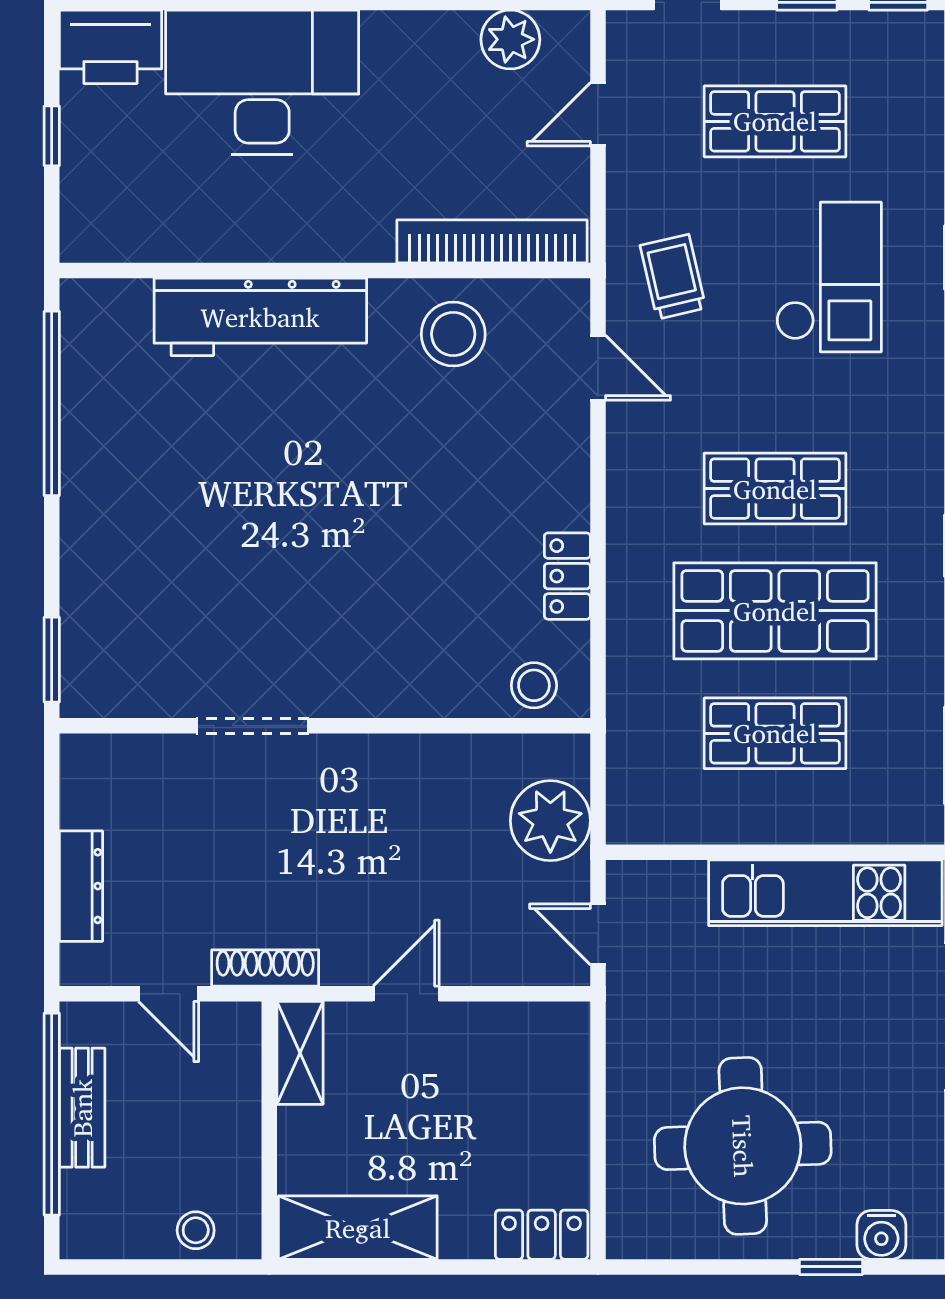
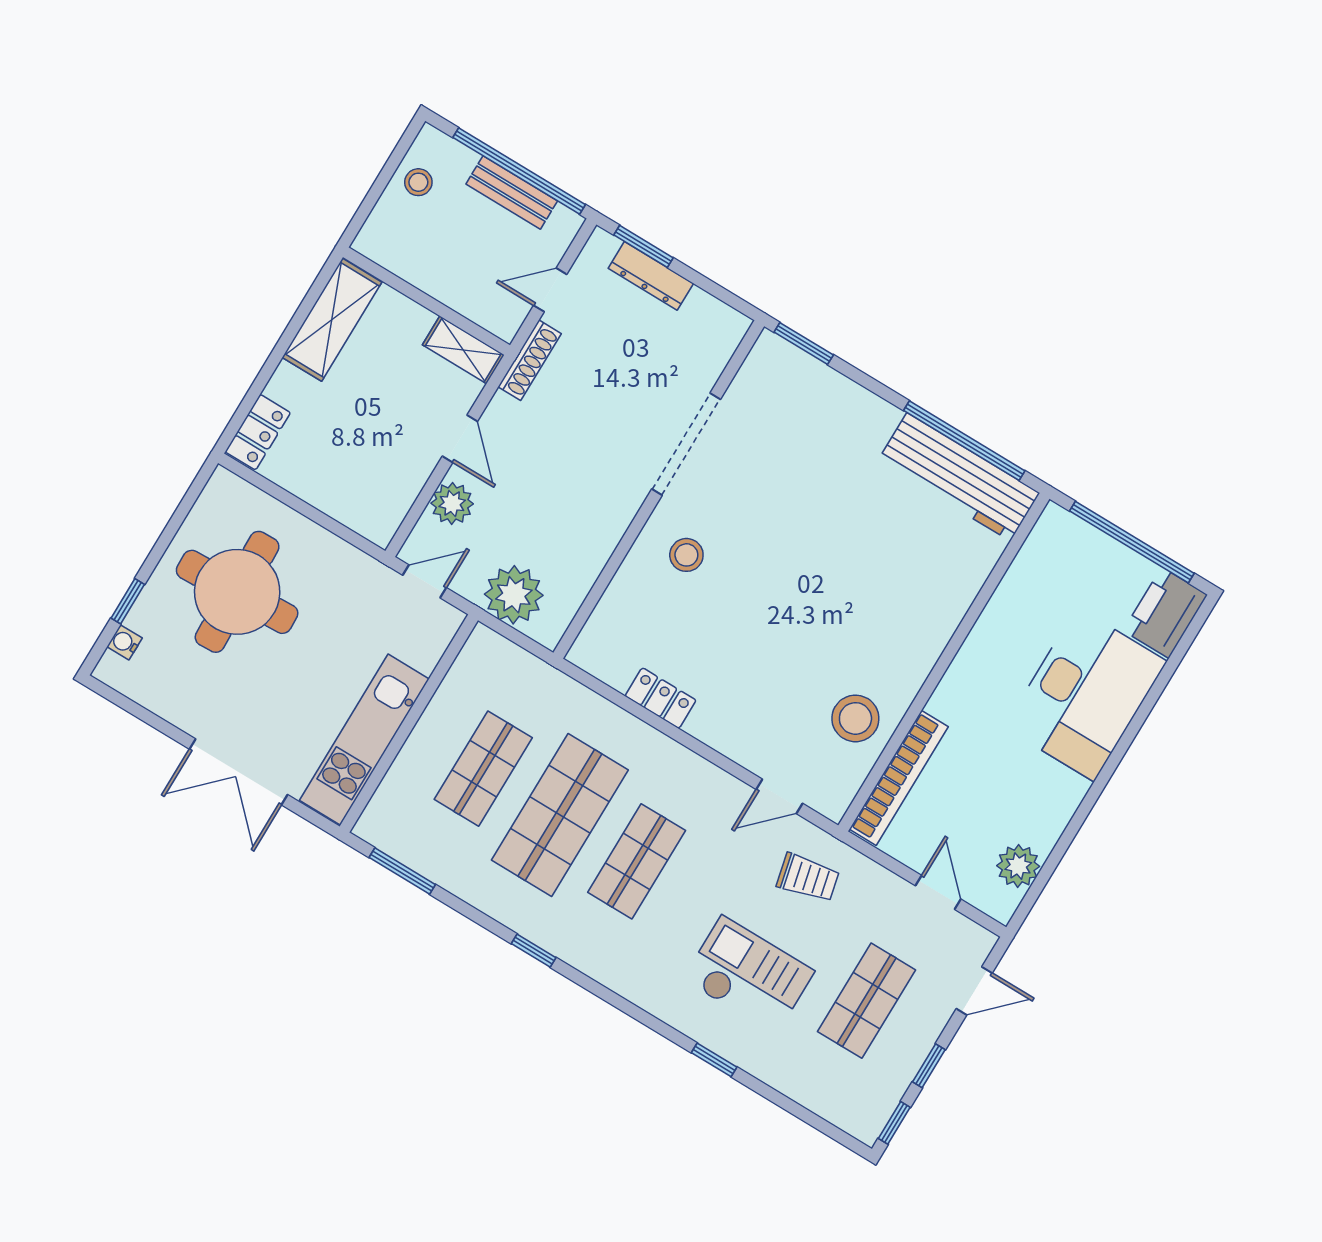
window: (52, 136) -> (1132, 542), width x3.17
checkout: (829, 277) -> (749, 975), turned 180
workbench: (260, 317) -> (959, 477), moved, turned -90
stool: (534, 685) -> (686, 555), moved
doorway: (253, 726) -> (686, 444), width x1.36
window: (52, 916) -> (643, 246), added
plant: (487, 957) -> (452, 503), added
stool: (196, 1230) -> (418, 182), moved
water cooler: (881, 1235) -> (125, 642), width x0.72, depth x0.72

